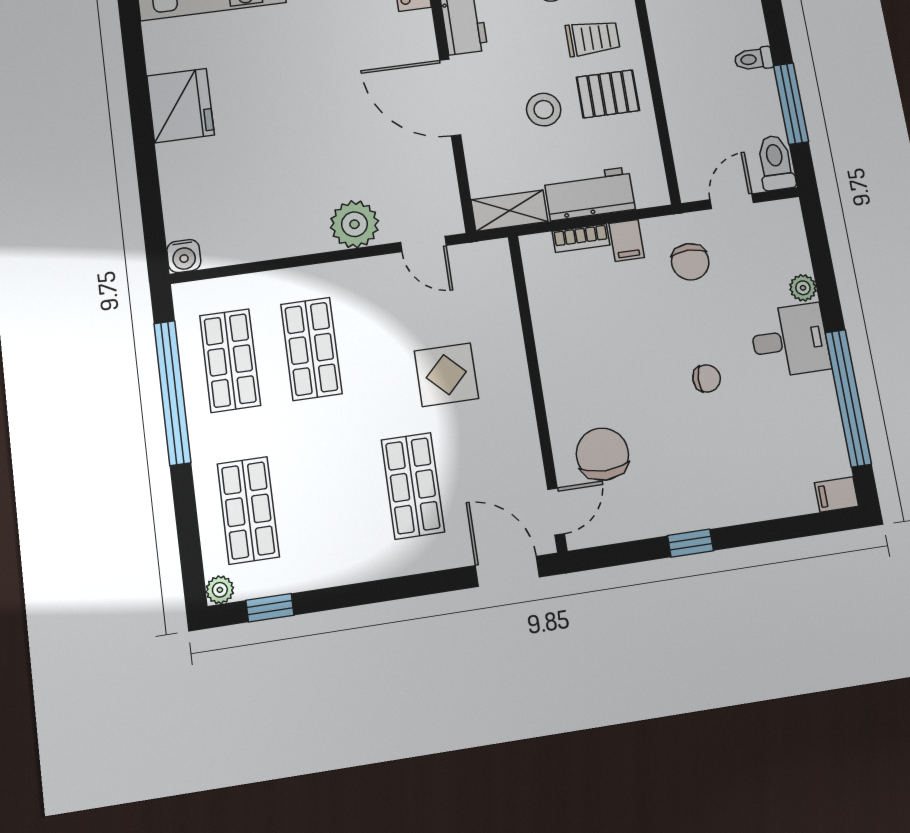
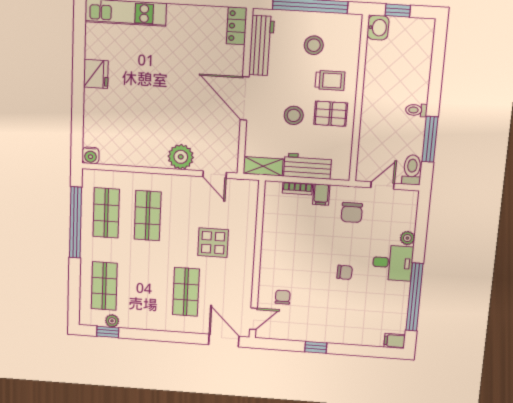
fridge: (180, 106) -> (96, 74), width x0.73, depth x0.75
chair: (602, 454) -> (283, 297), width x0.54, depth x0.54
plant: (220, 590) -> (112, 321), moved

